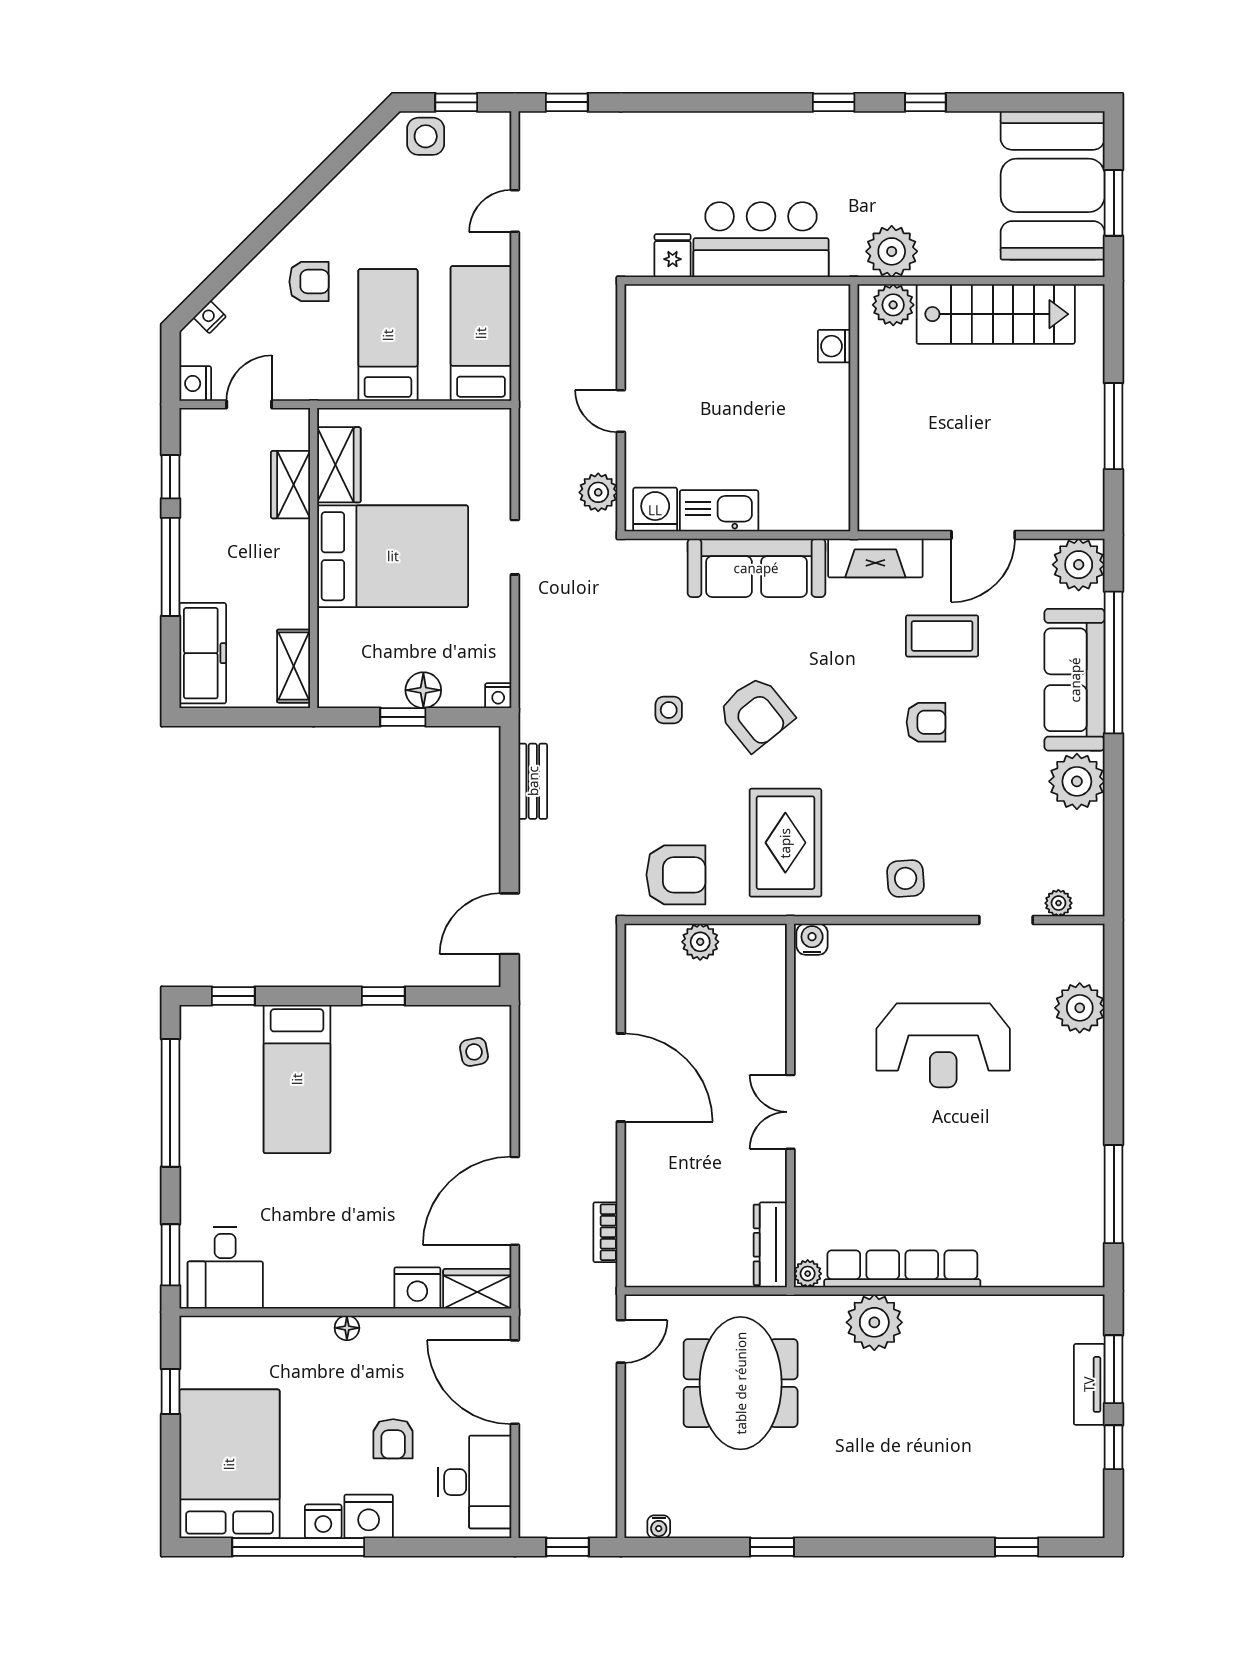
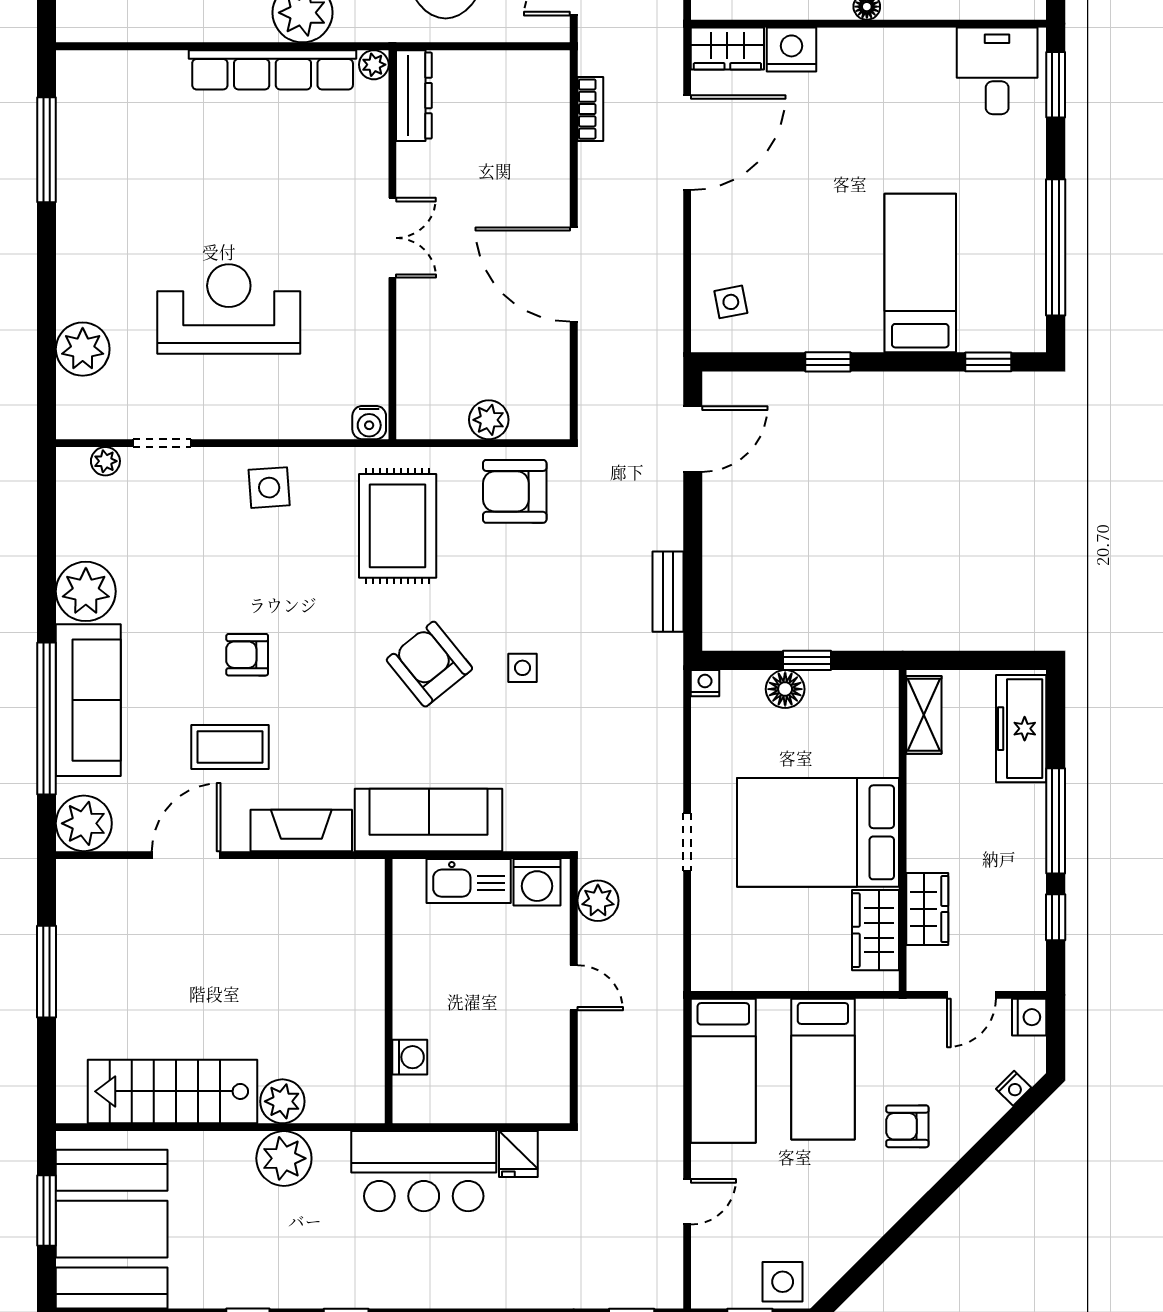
washing machine: (834, 346) -> (410, 1057), moved
wall: (854, 408) -> (389, 991), moved

